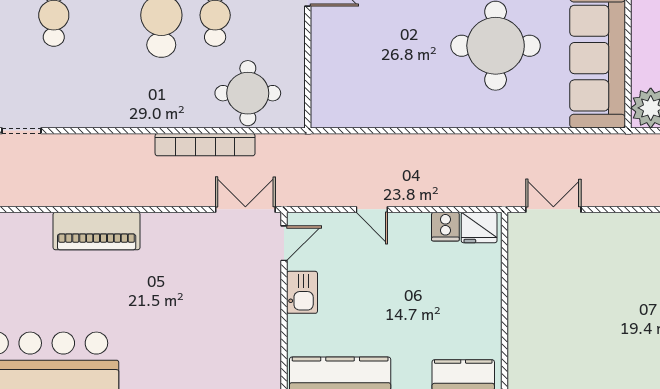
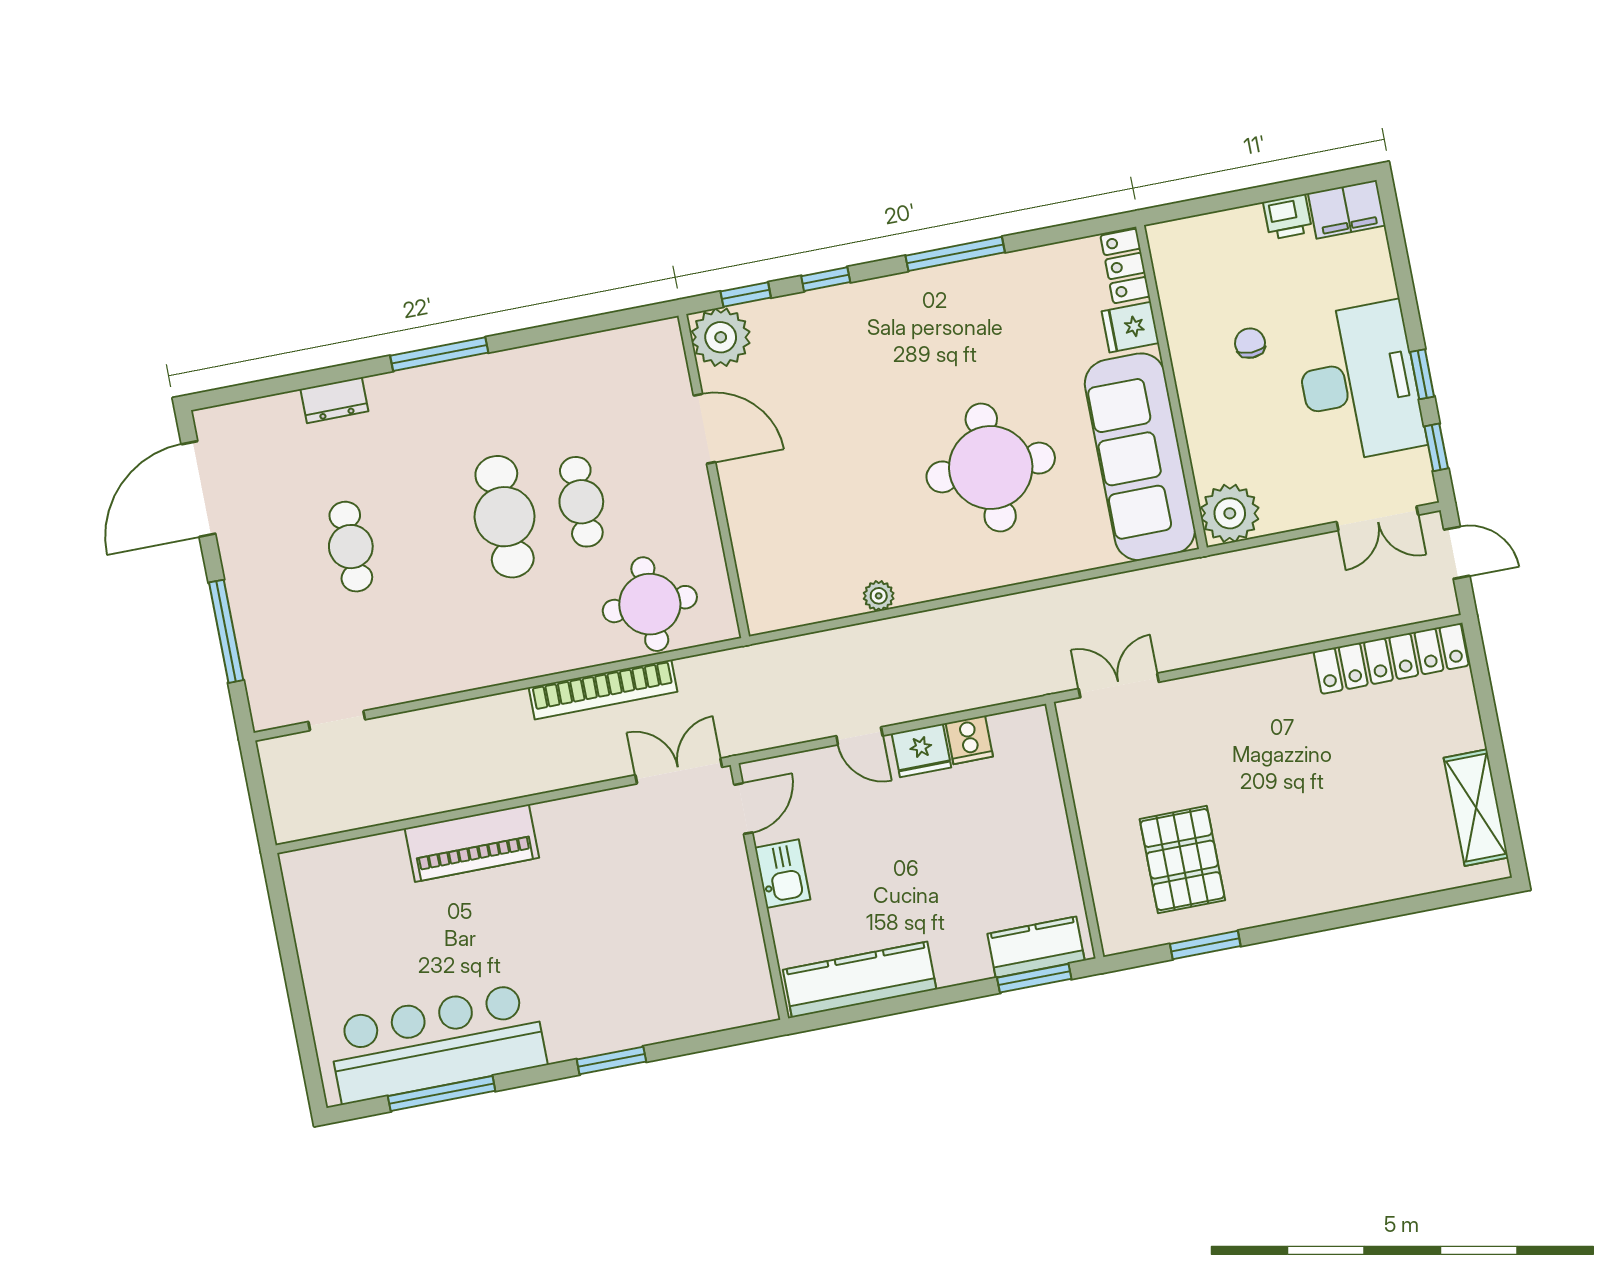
plant: (403, 118) -> (879, 596), added
fridge: (479, 227) -> (921, 750), moved
pallet: (573, 335) -> (1182, 860), added

